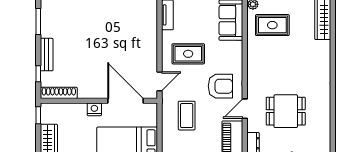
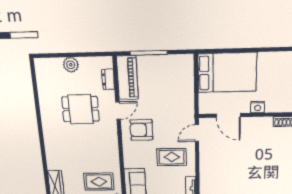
door: (125, 101) -> (228, 115), width x0.73
coffee table: (187, 116) -> (171, 103), removed

